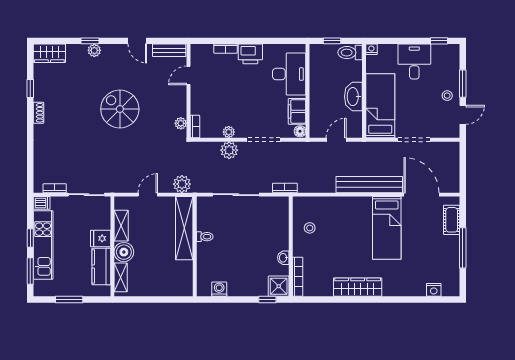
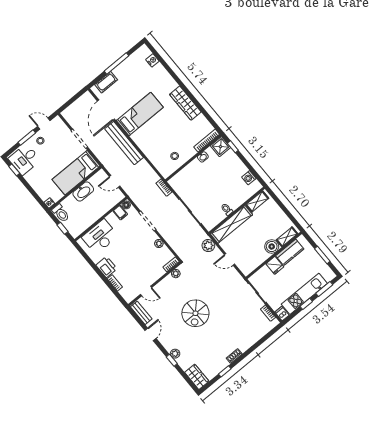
desk: (414, 62) -> (24, 159), moved
filing cabinet: (297, 111) -> (120, 213), width x0.50
plant: (229, 150) -> (169, 235), removed
shelving: (121, 226) -> (257, 202), moved

